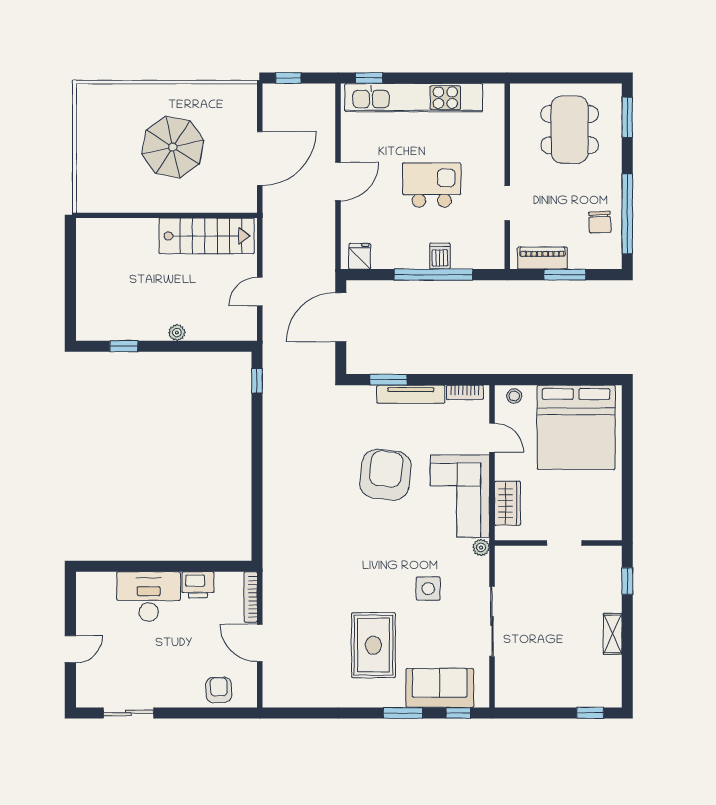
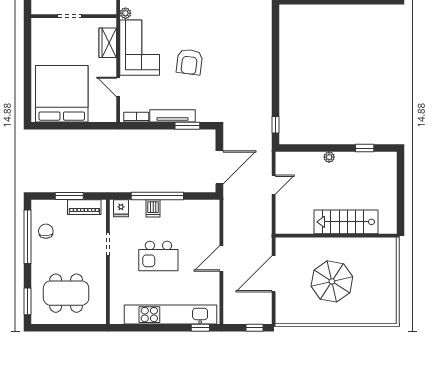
dining table: (570, 130) -> (66, 293), turned 90
stairs: (207, 236) -> (346, 222), moved
fridge: (360, 256) -> (121, 208), moved
stool: (514, 396) -> (103, 115), removed
armchair: (385, 475) -> (189, 62), width x0.73, depth x0.73

